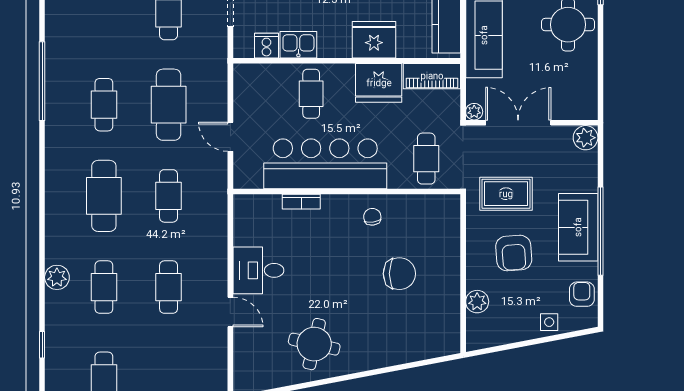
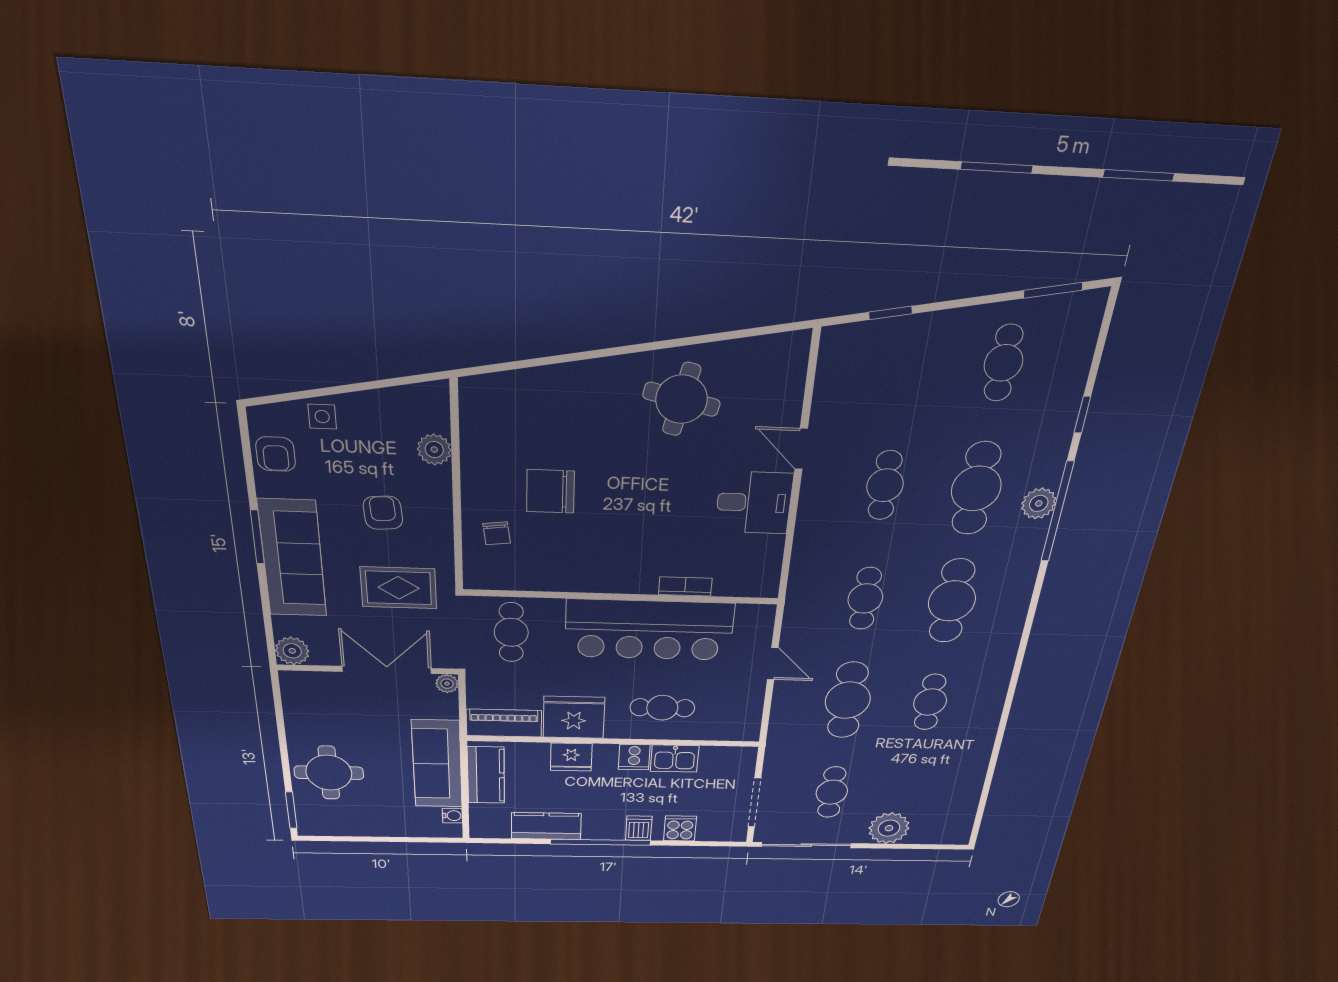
fridge: (374, 40) -> (571, 757), width x0.73, depth x0.75
cooker: (266, 46) -> (634, 757), moved
window: (42, 81) -> (1057, 512), moved
cafe table: (311, 94) -> (662, 708), turned 90
double door: (518, 123) -> (387, 670), swing flipped
chair: (372, 217) -> (497, 533), moved
sofa: (578, 227) -> (292, 559), width x1.36
window: (600, 231) -> (257, 537), width x0.47
armchair: (514, 253) -> (383, 513), width x0.72, depth x0.72
cafe table: (104, 287) -> (976, 489), width x1.37, depth x1.35

